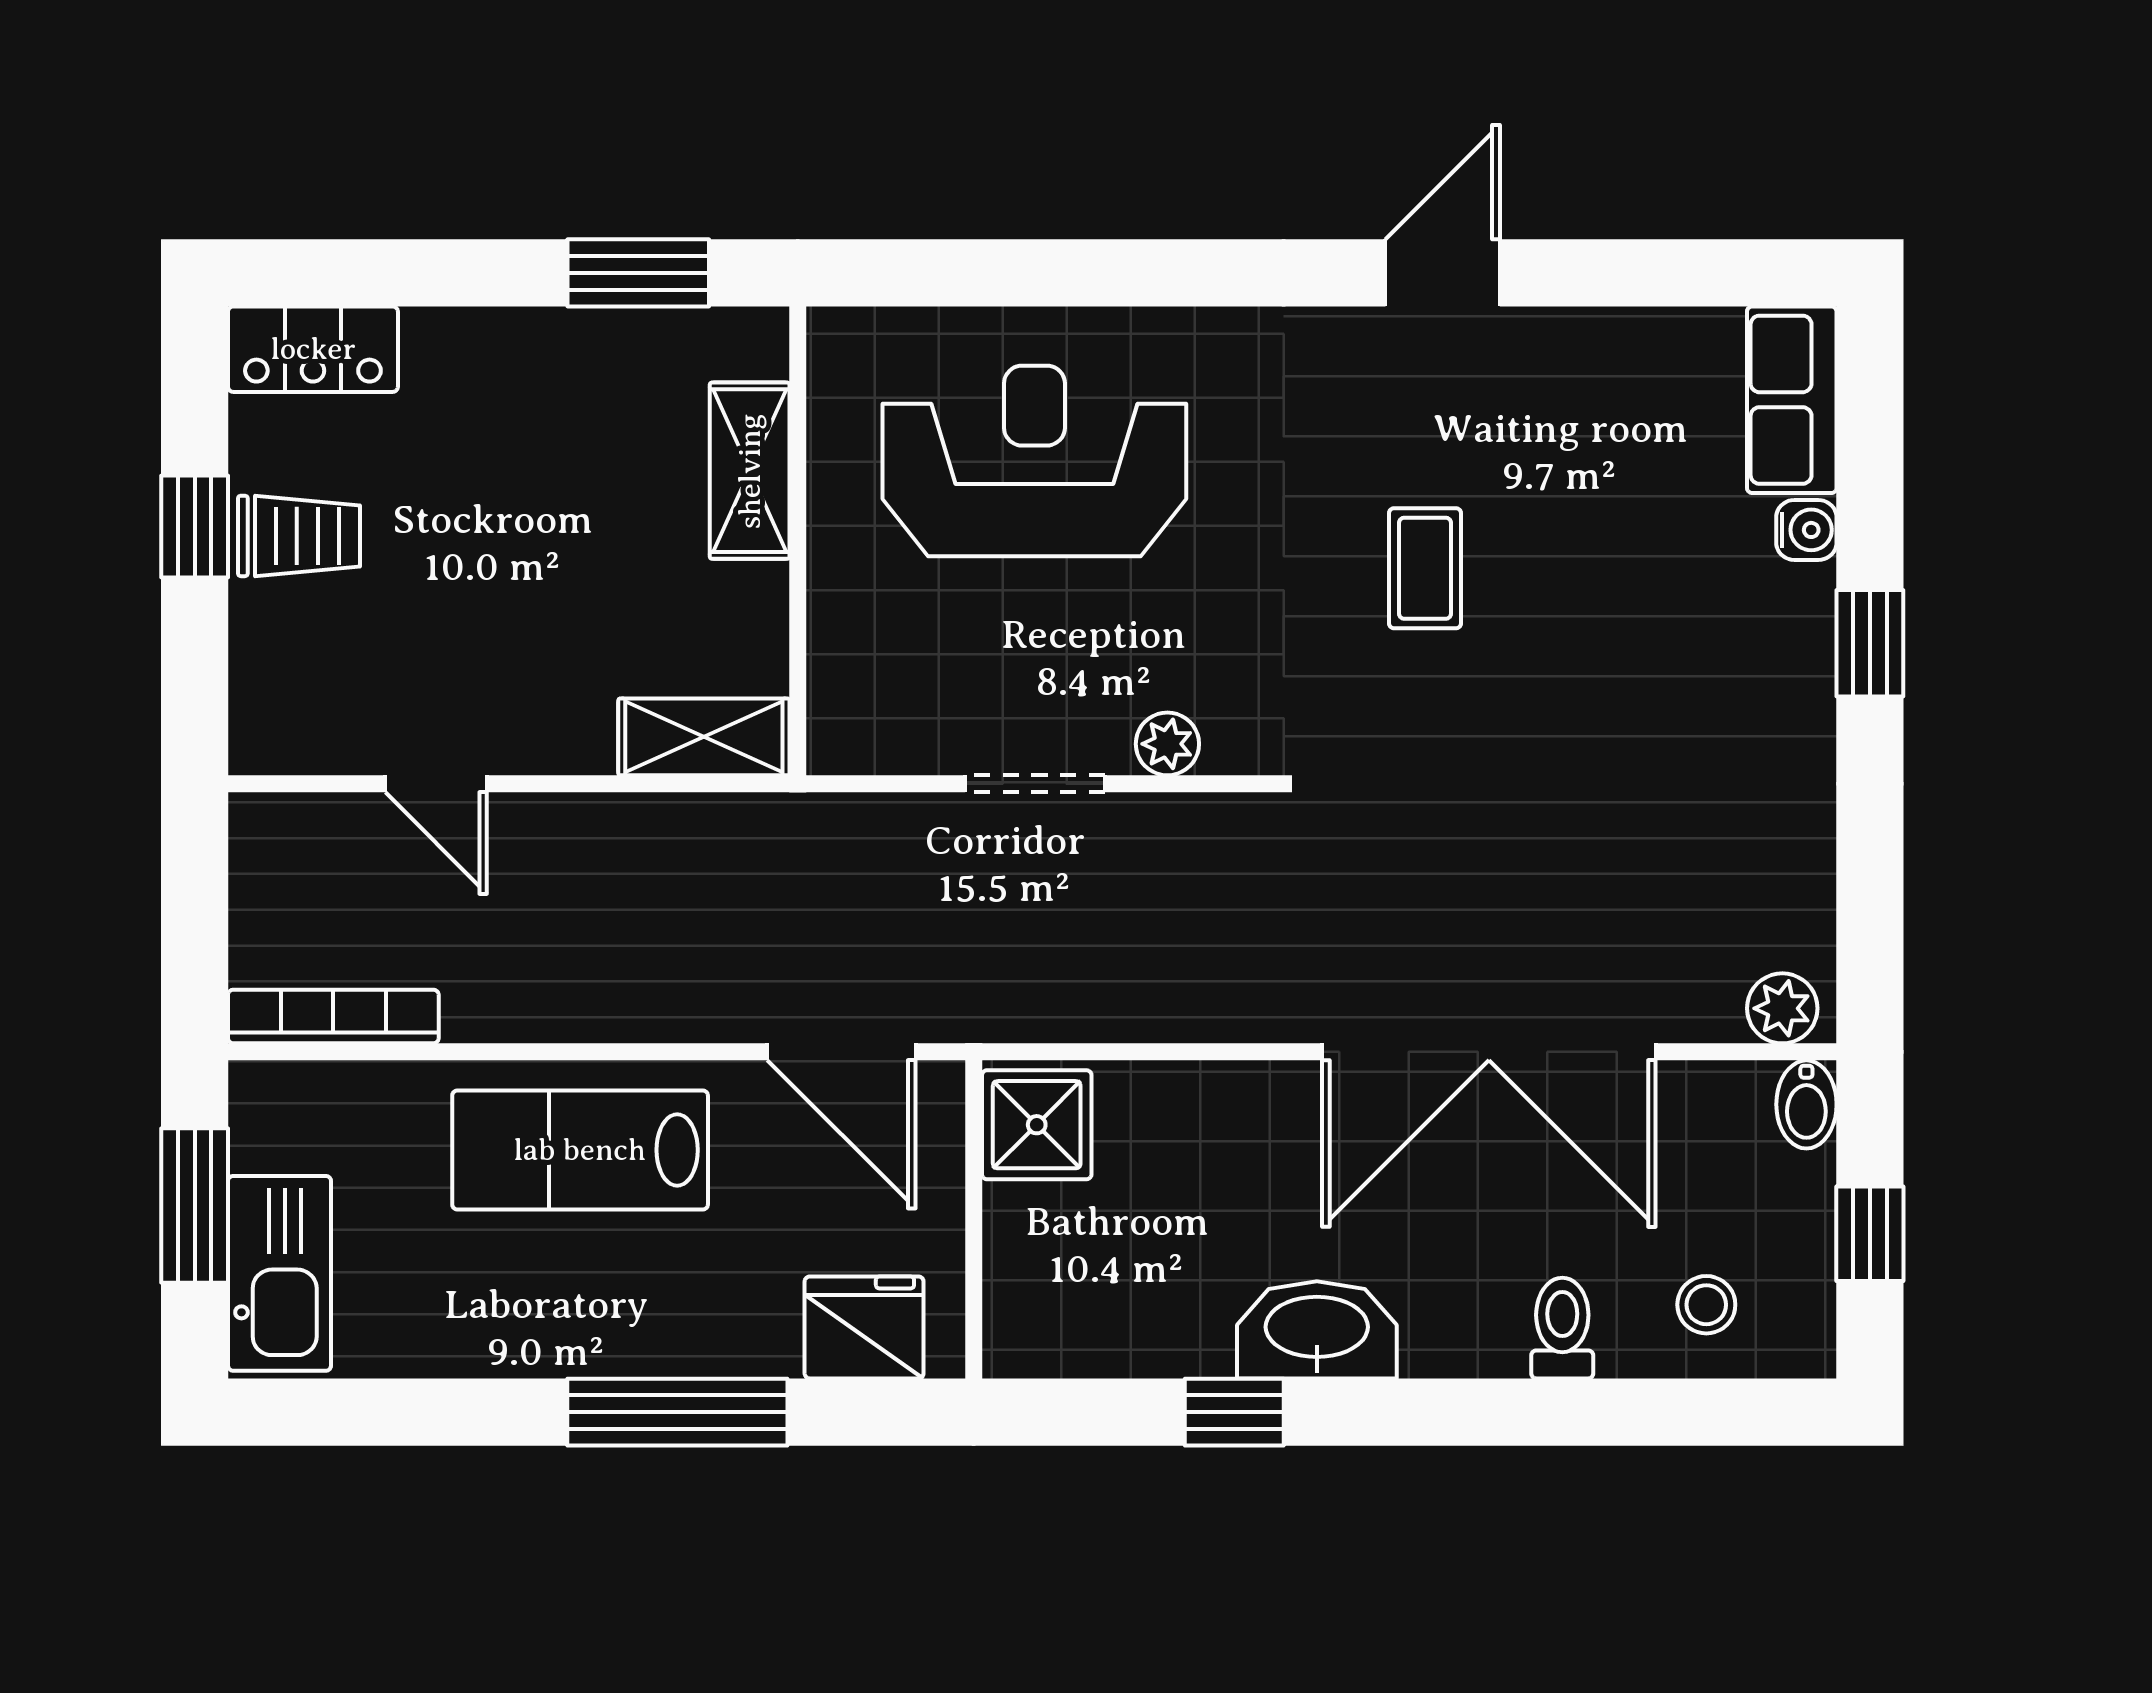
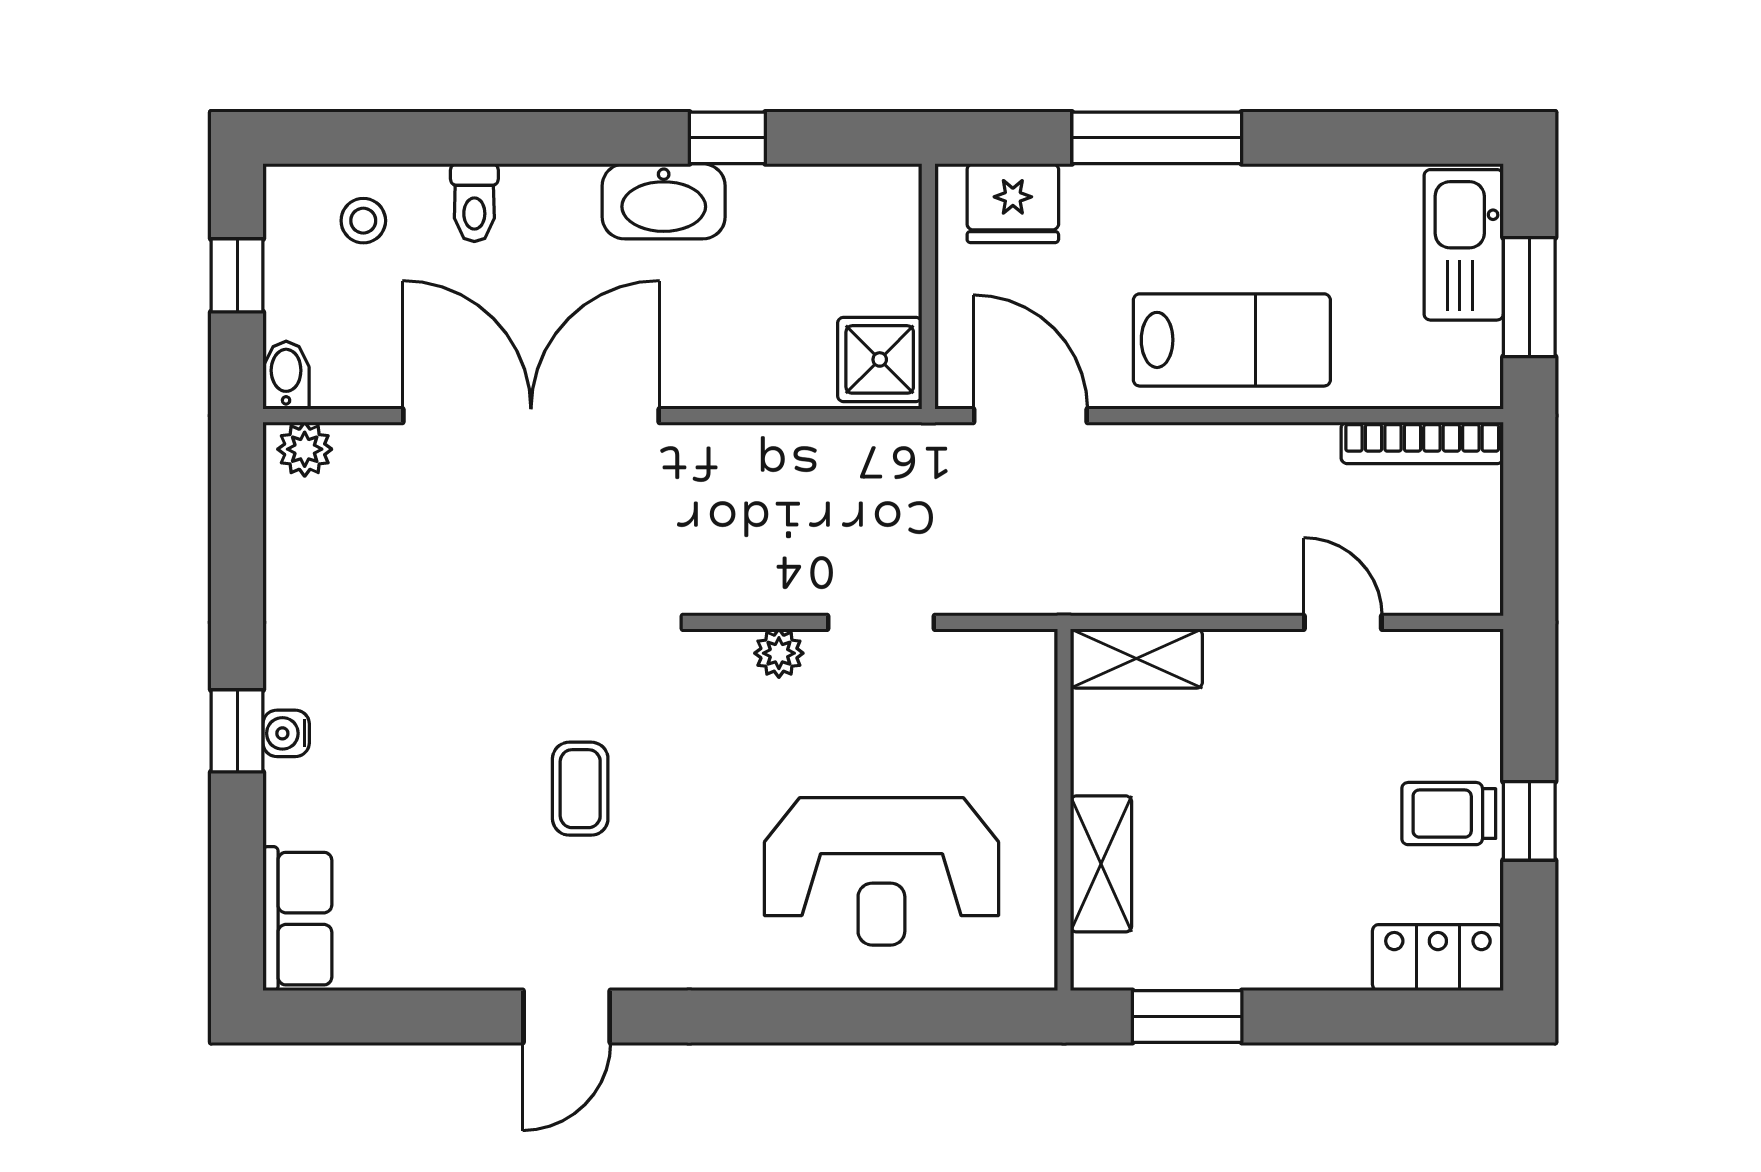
water cooler: (1806, 530) -> (286, 733), moved

